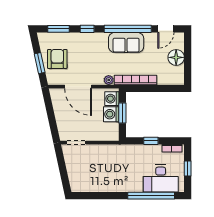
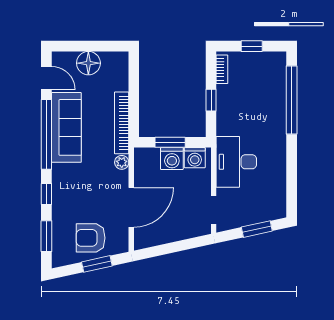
sofa: (126, 42) -> (66, 127), width x1.36
washing machine: (112, 99) -> (195, 158), moved
window: (63, 172) -> (257, 229), added
desk: (161, 178) -> (236, 162), moved, turned 180

